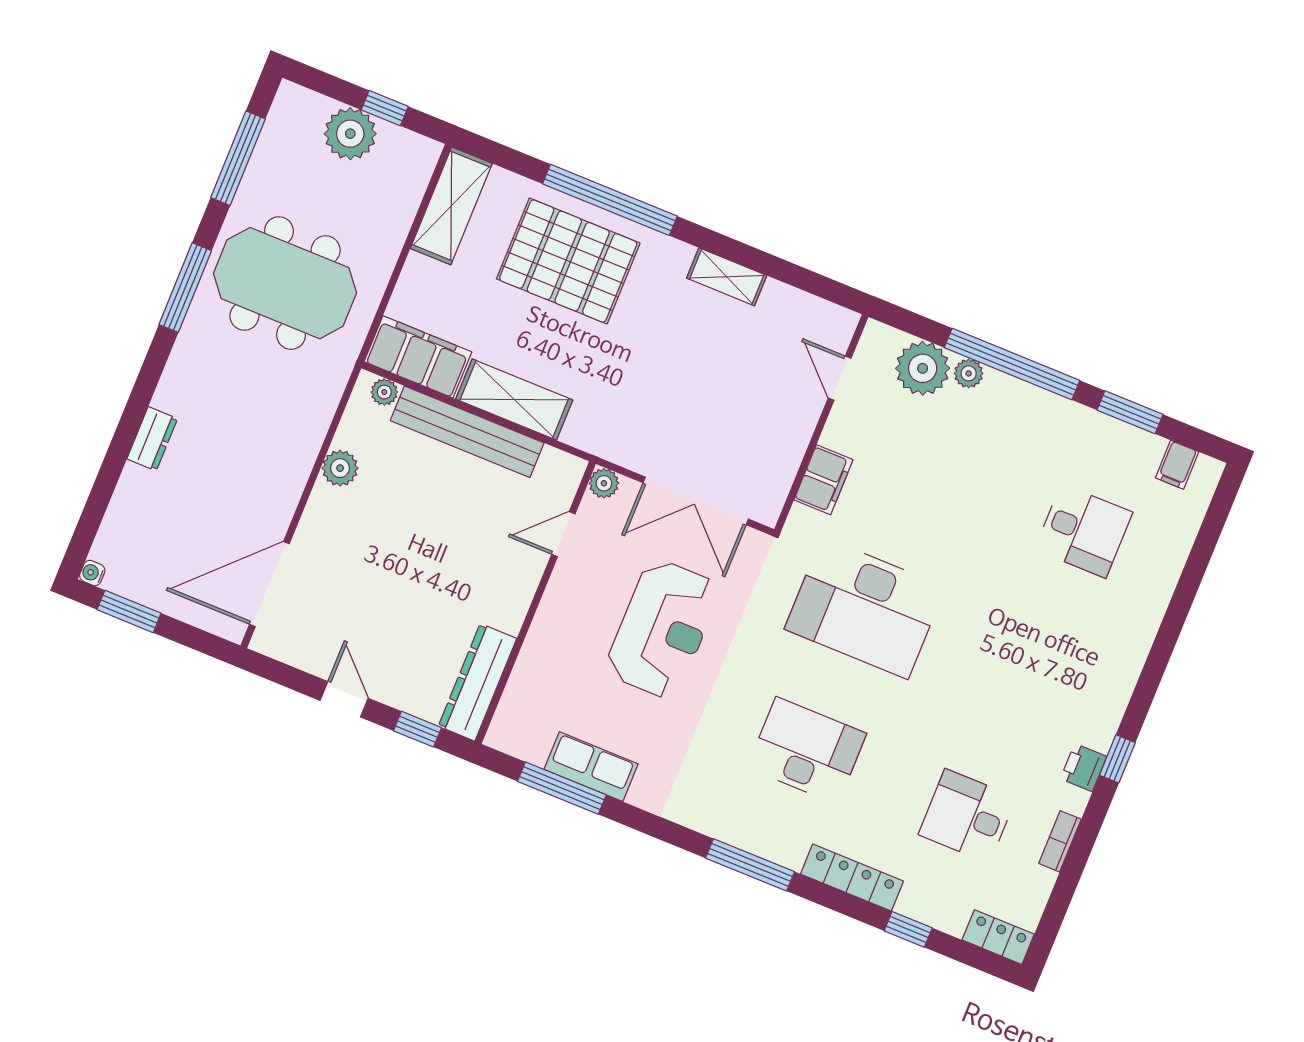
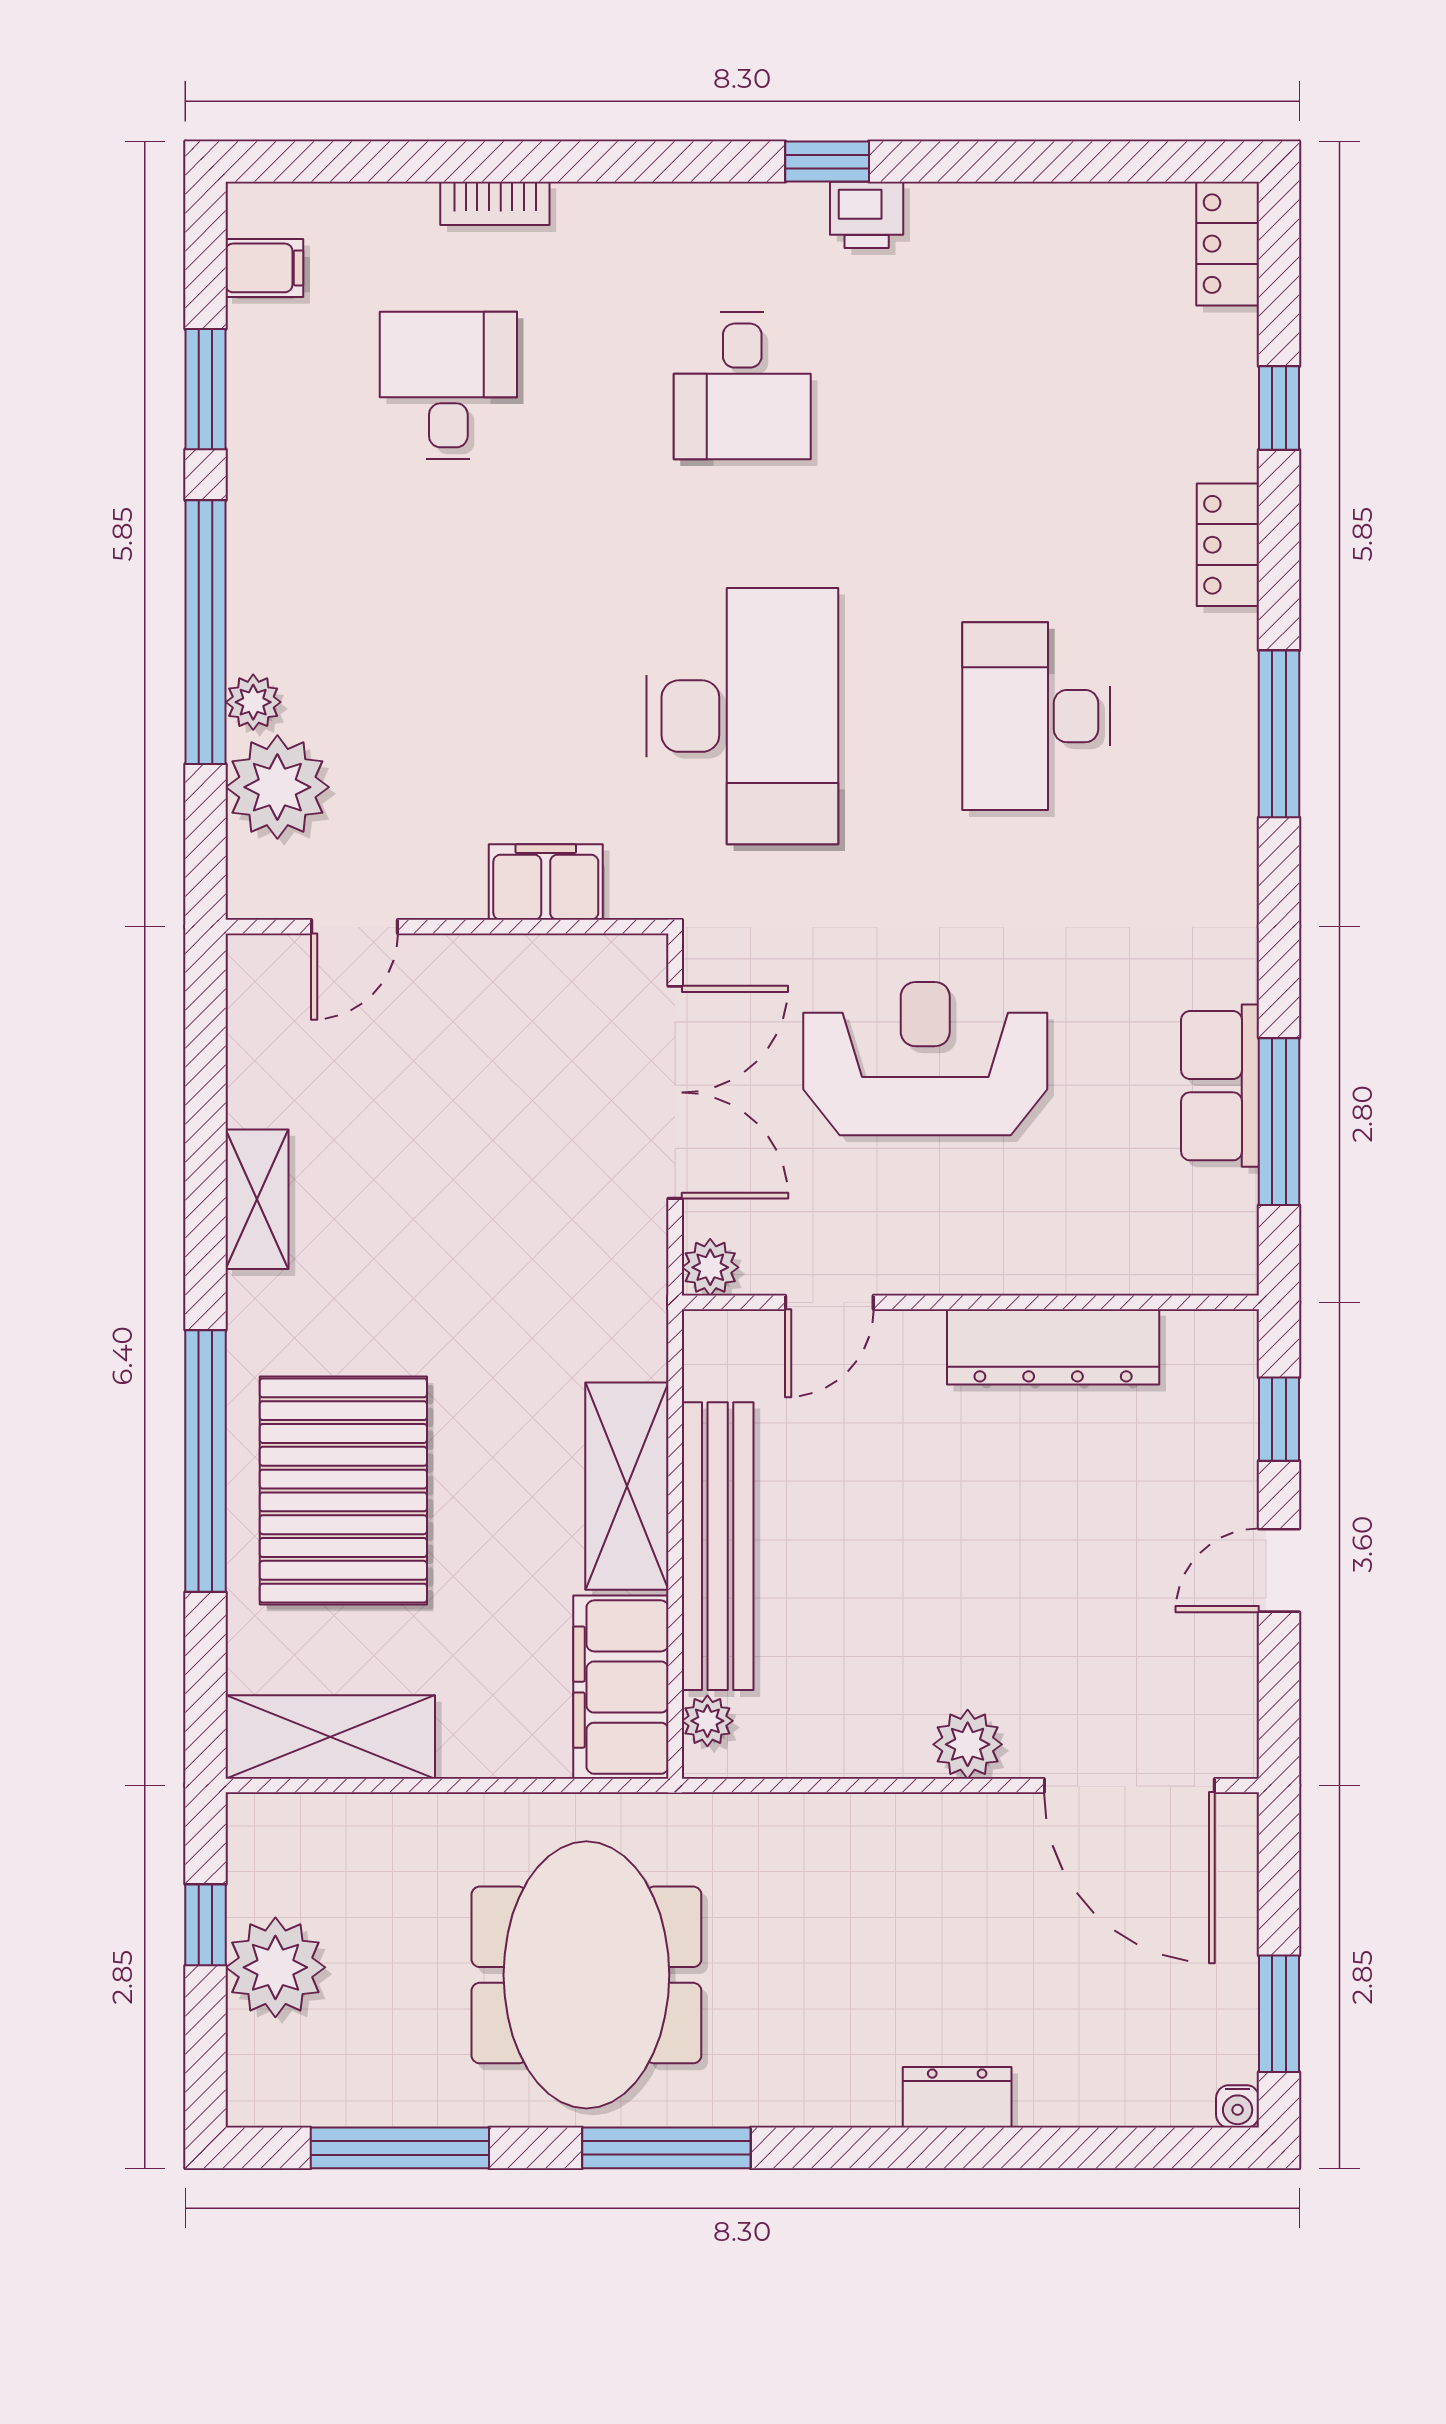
plant: (340, 468) -> (968, 1744), moved
door: (563, 534) -> (829, 1302), hinge flipped
dresser: (478, 682) -> (1053, 1347), moved
desk: (967, 816) -> (742, 385), moved
bookcase: (1060, 841) -> (495, 203), moved
locker: (852, 878) -> (1228, 545), width x0.66

